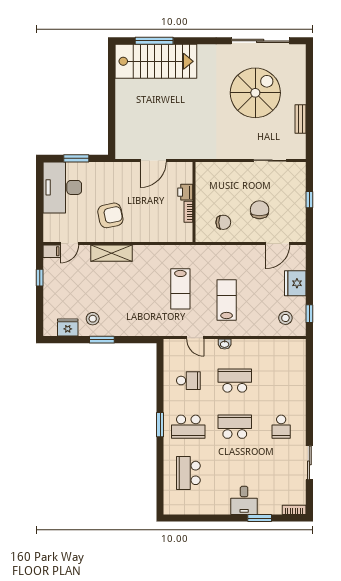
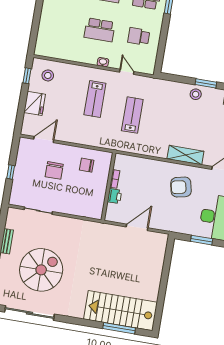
spiral stairs: (255, 93) -> (41, 270), turned 180
stool: (93, 319) -> (196, 94), moved

